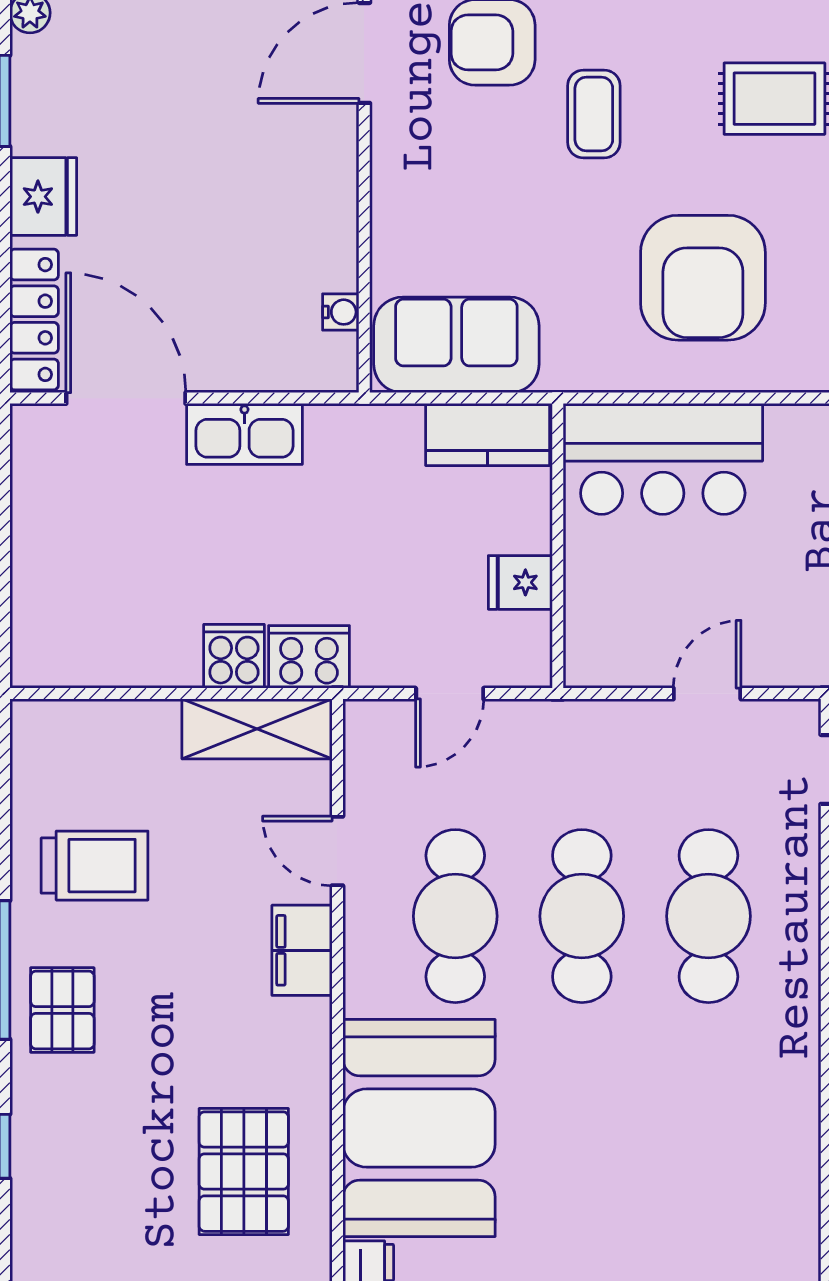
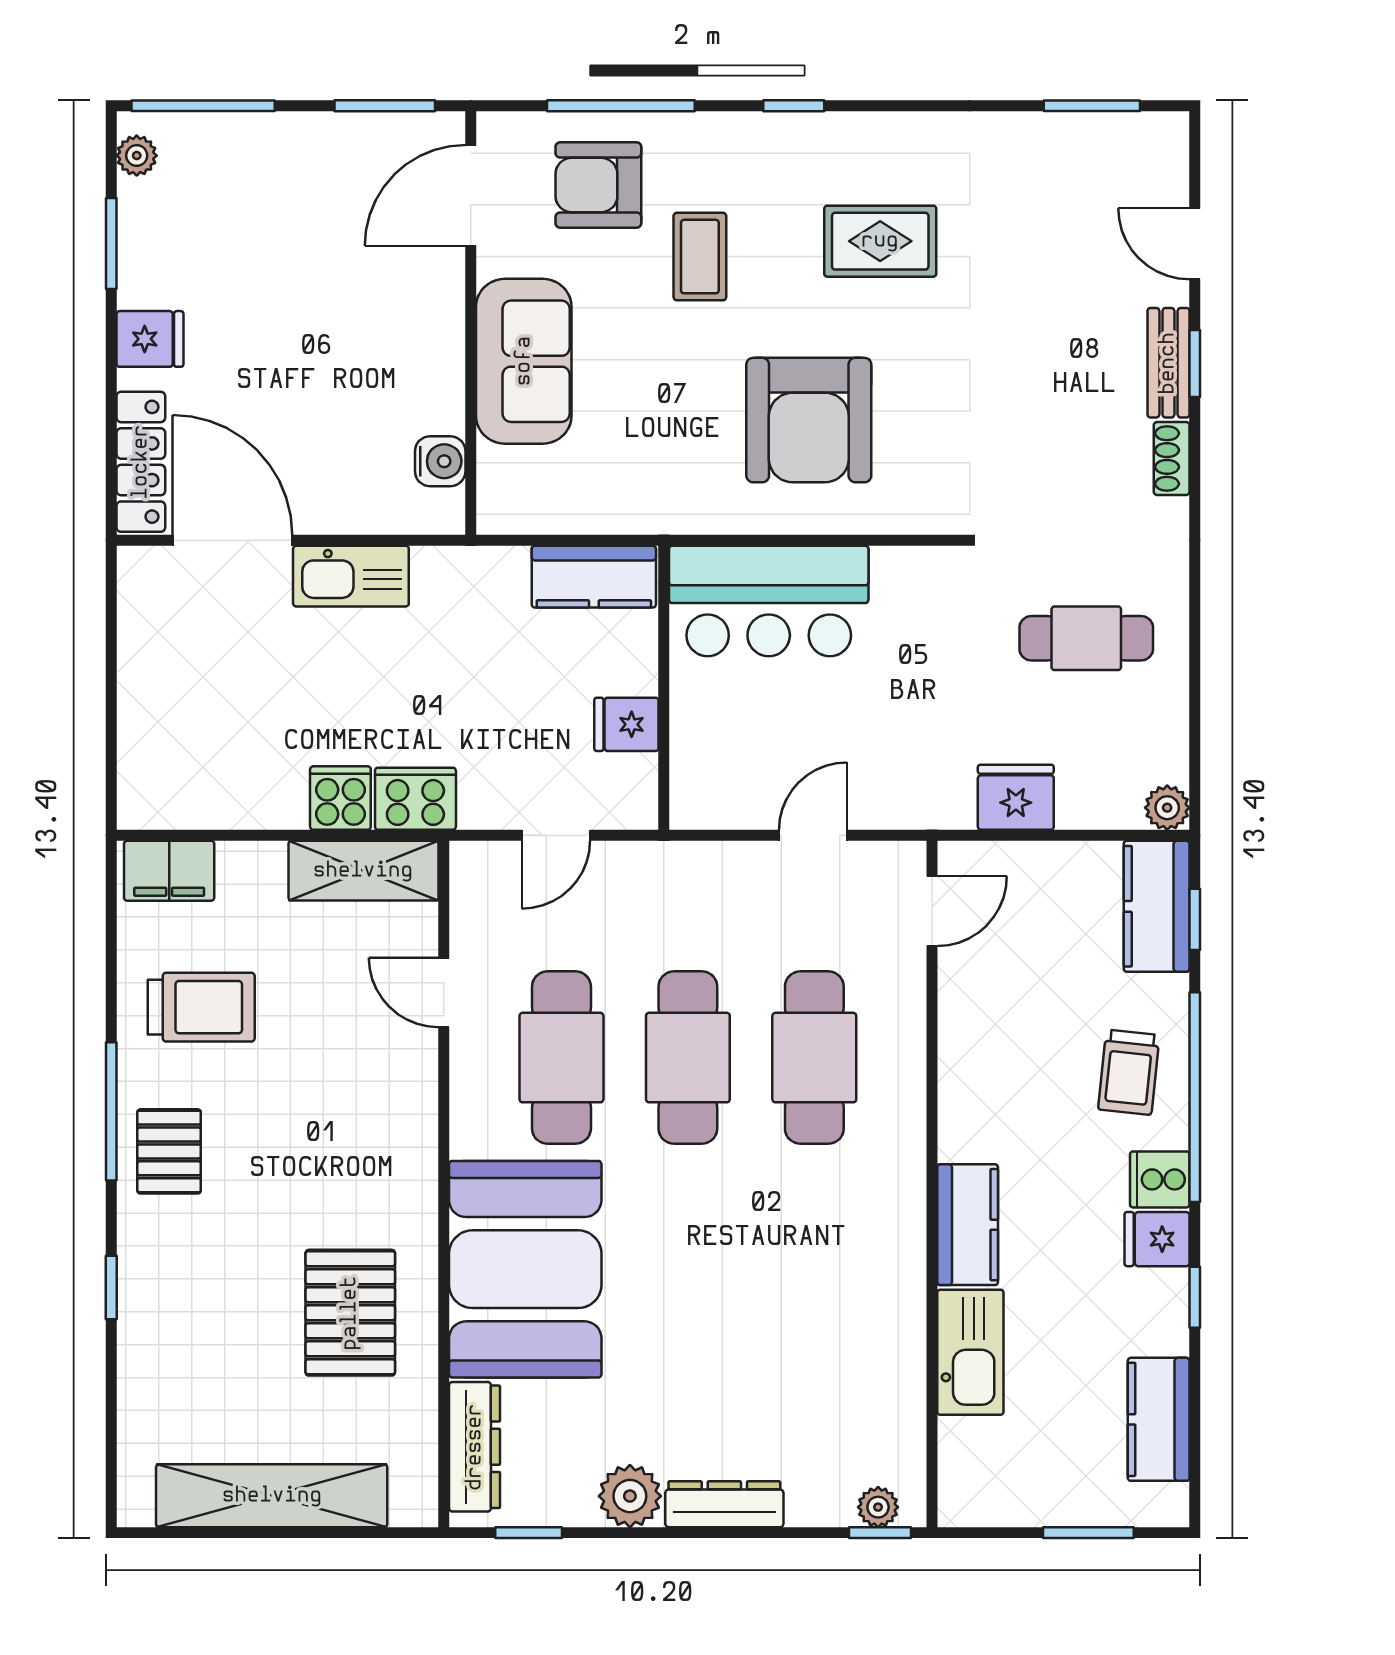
fridge: (43, 197) -> (150, 339), width x0.72
water cooler: (341, 312) -> (440, 461), width x1.38, depth x1.38
sofa: (456, 345) -> (524, 361), moved, turned 90
filing cabinet: (302, 950) -> (169, 871), moved, turned -90

